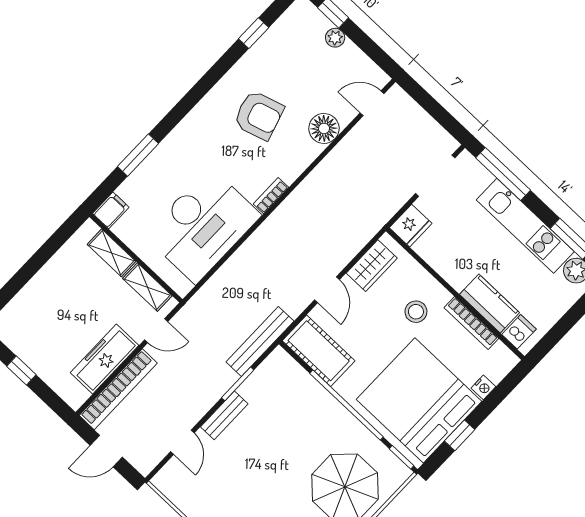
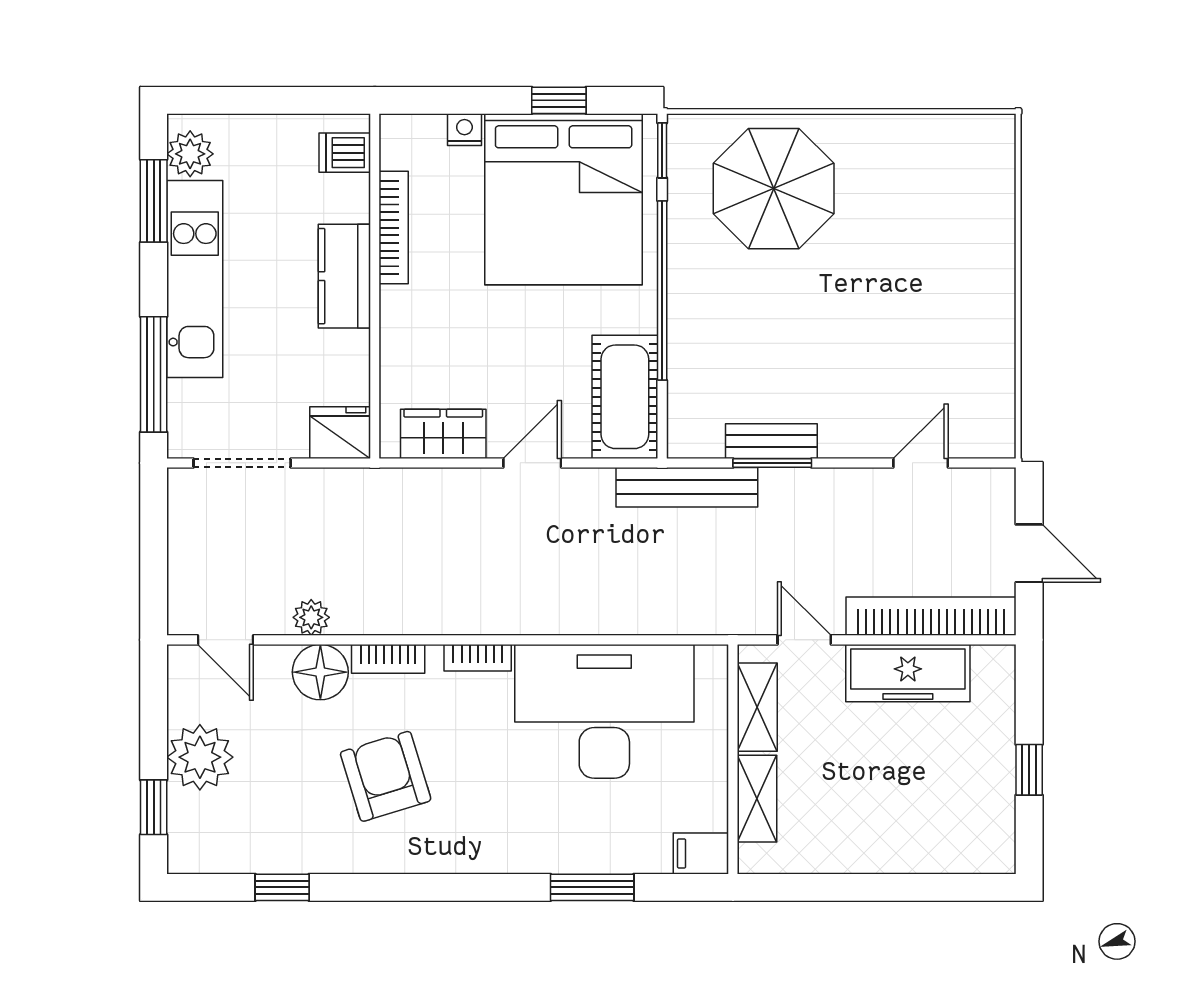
plant: (335, 38) -> (200, 757), width x1.87, depth x1.87
plant: (349, 145) -> (311, 617), added
bookcase: (304, 160) -> (388, 659), added
kitchen counter: (489, 304) -> (344, 276), moved
stool: (416, 312) -> (449, 316), removed
bench: (224, 415) -> (771, 441), moved

